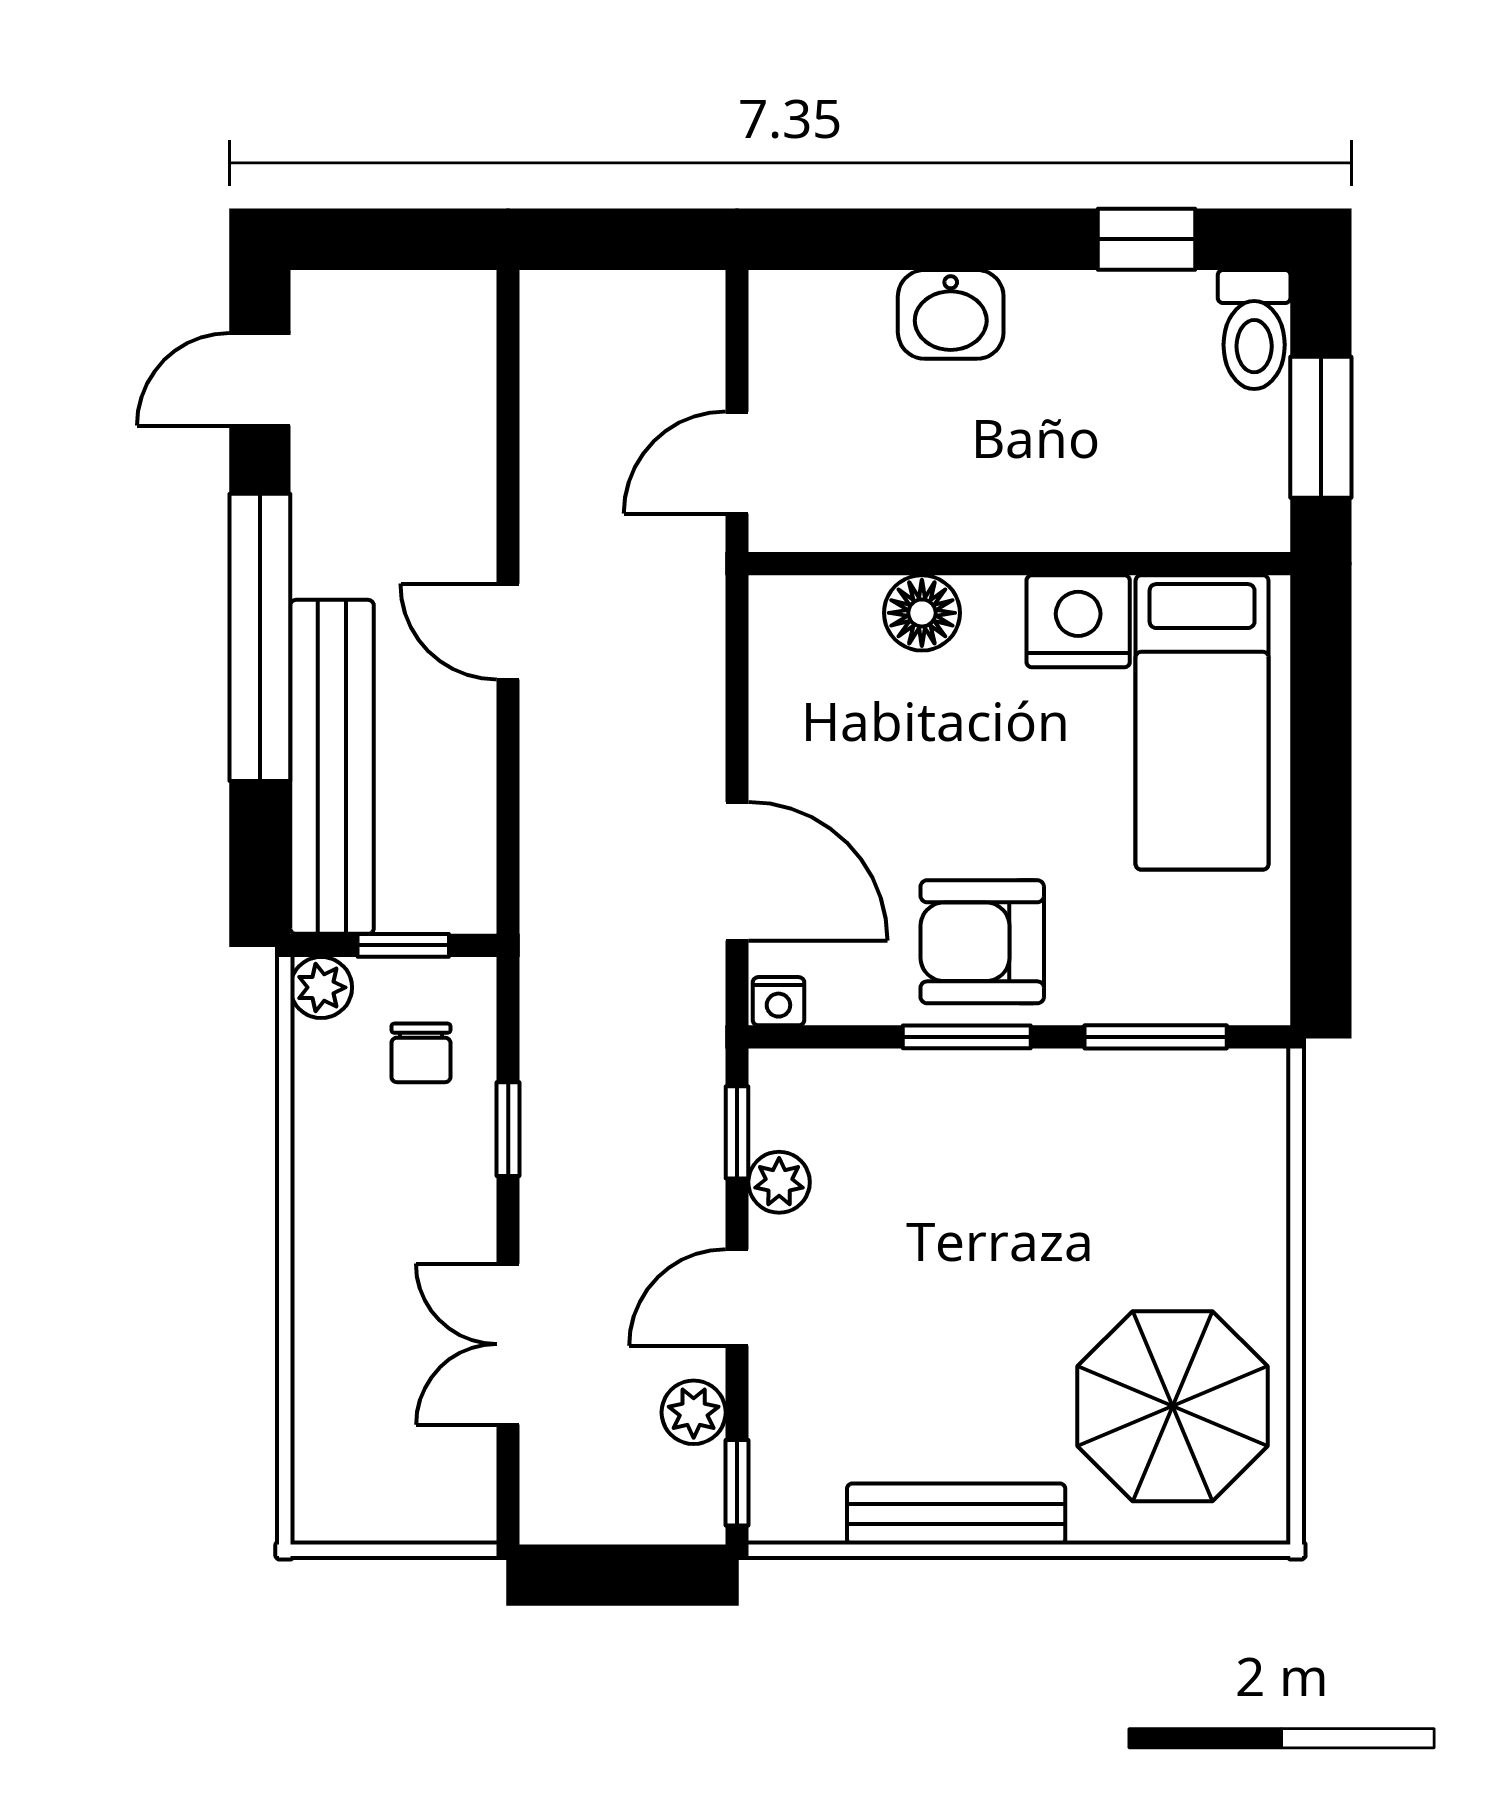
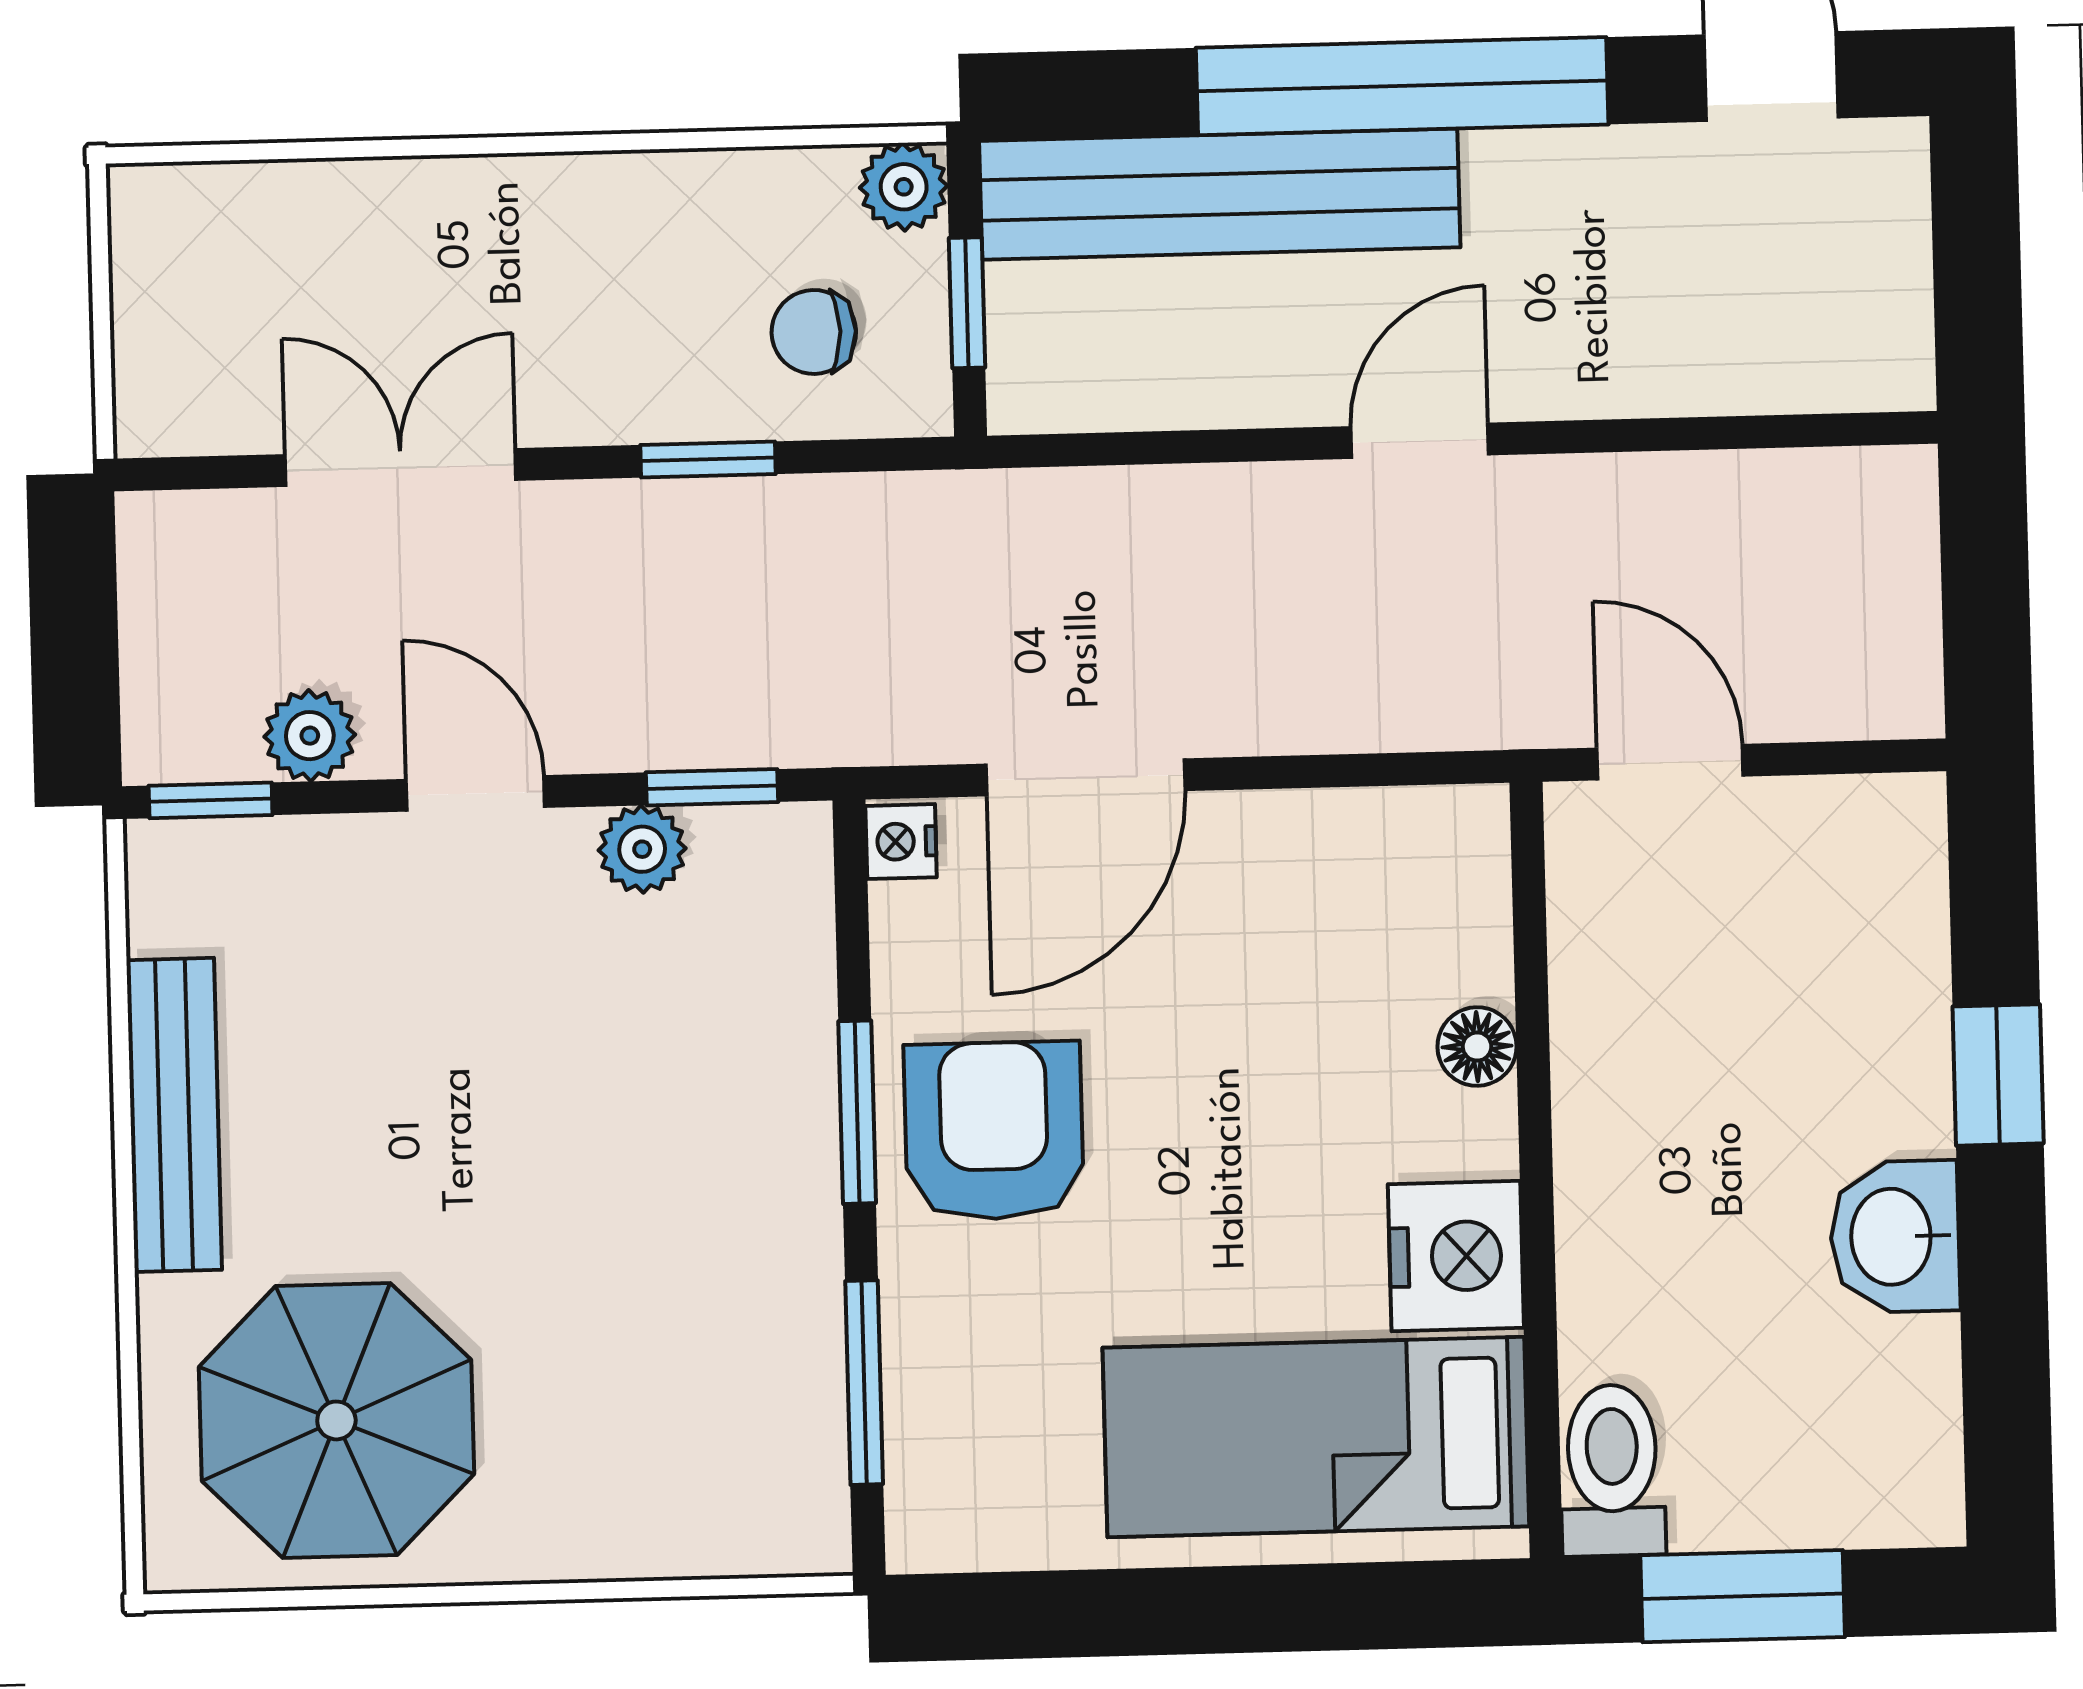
window: (1146, 239) -> (1998, 1075), moved
washbasin: (951, 314) -> (1895, 1237), moved
toilet: (1254, 329) -> (1612, 1470), moved, turned 90
floor lamp: (922, 613) -> (1477, 1047), width x0.73, depth x0.73

